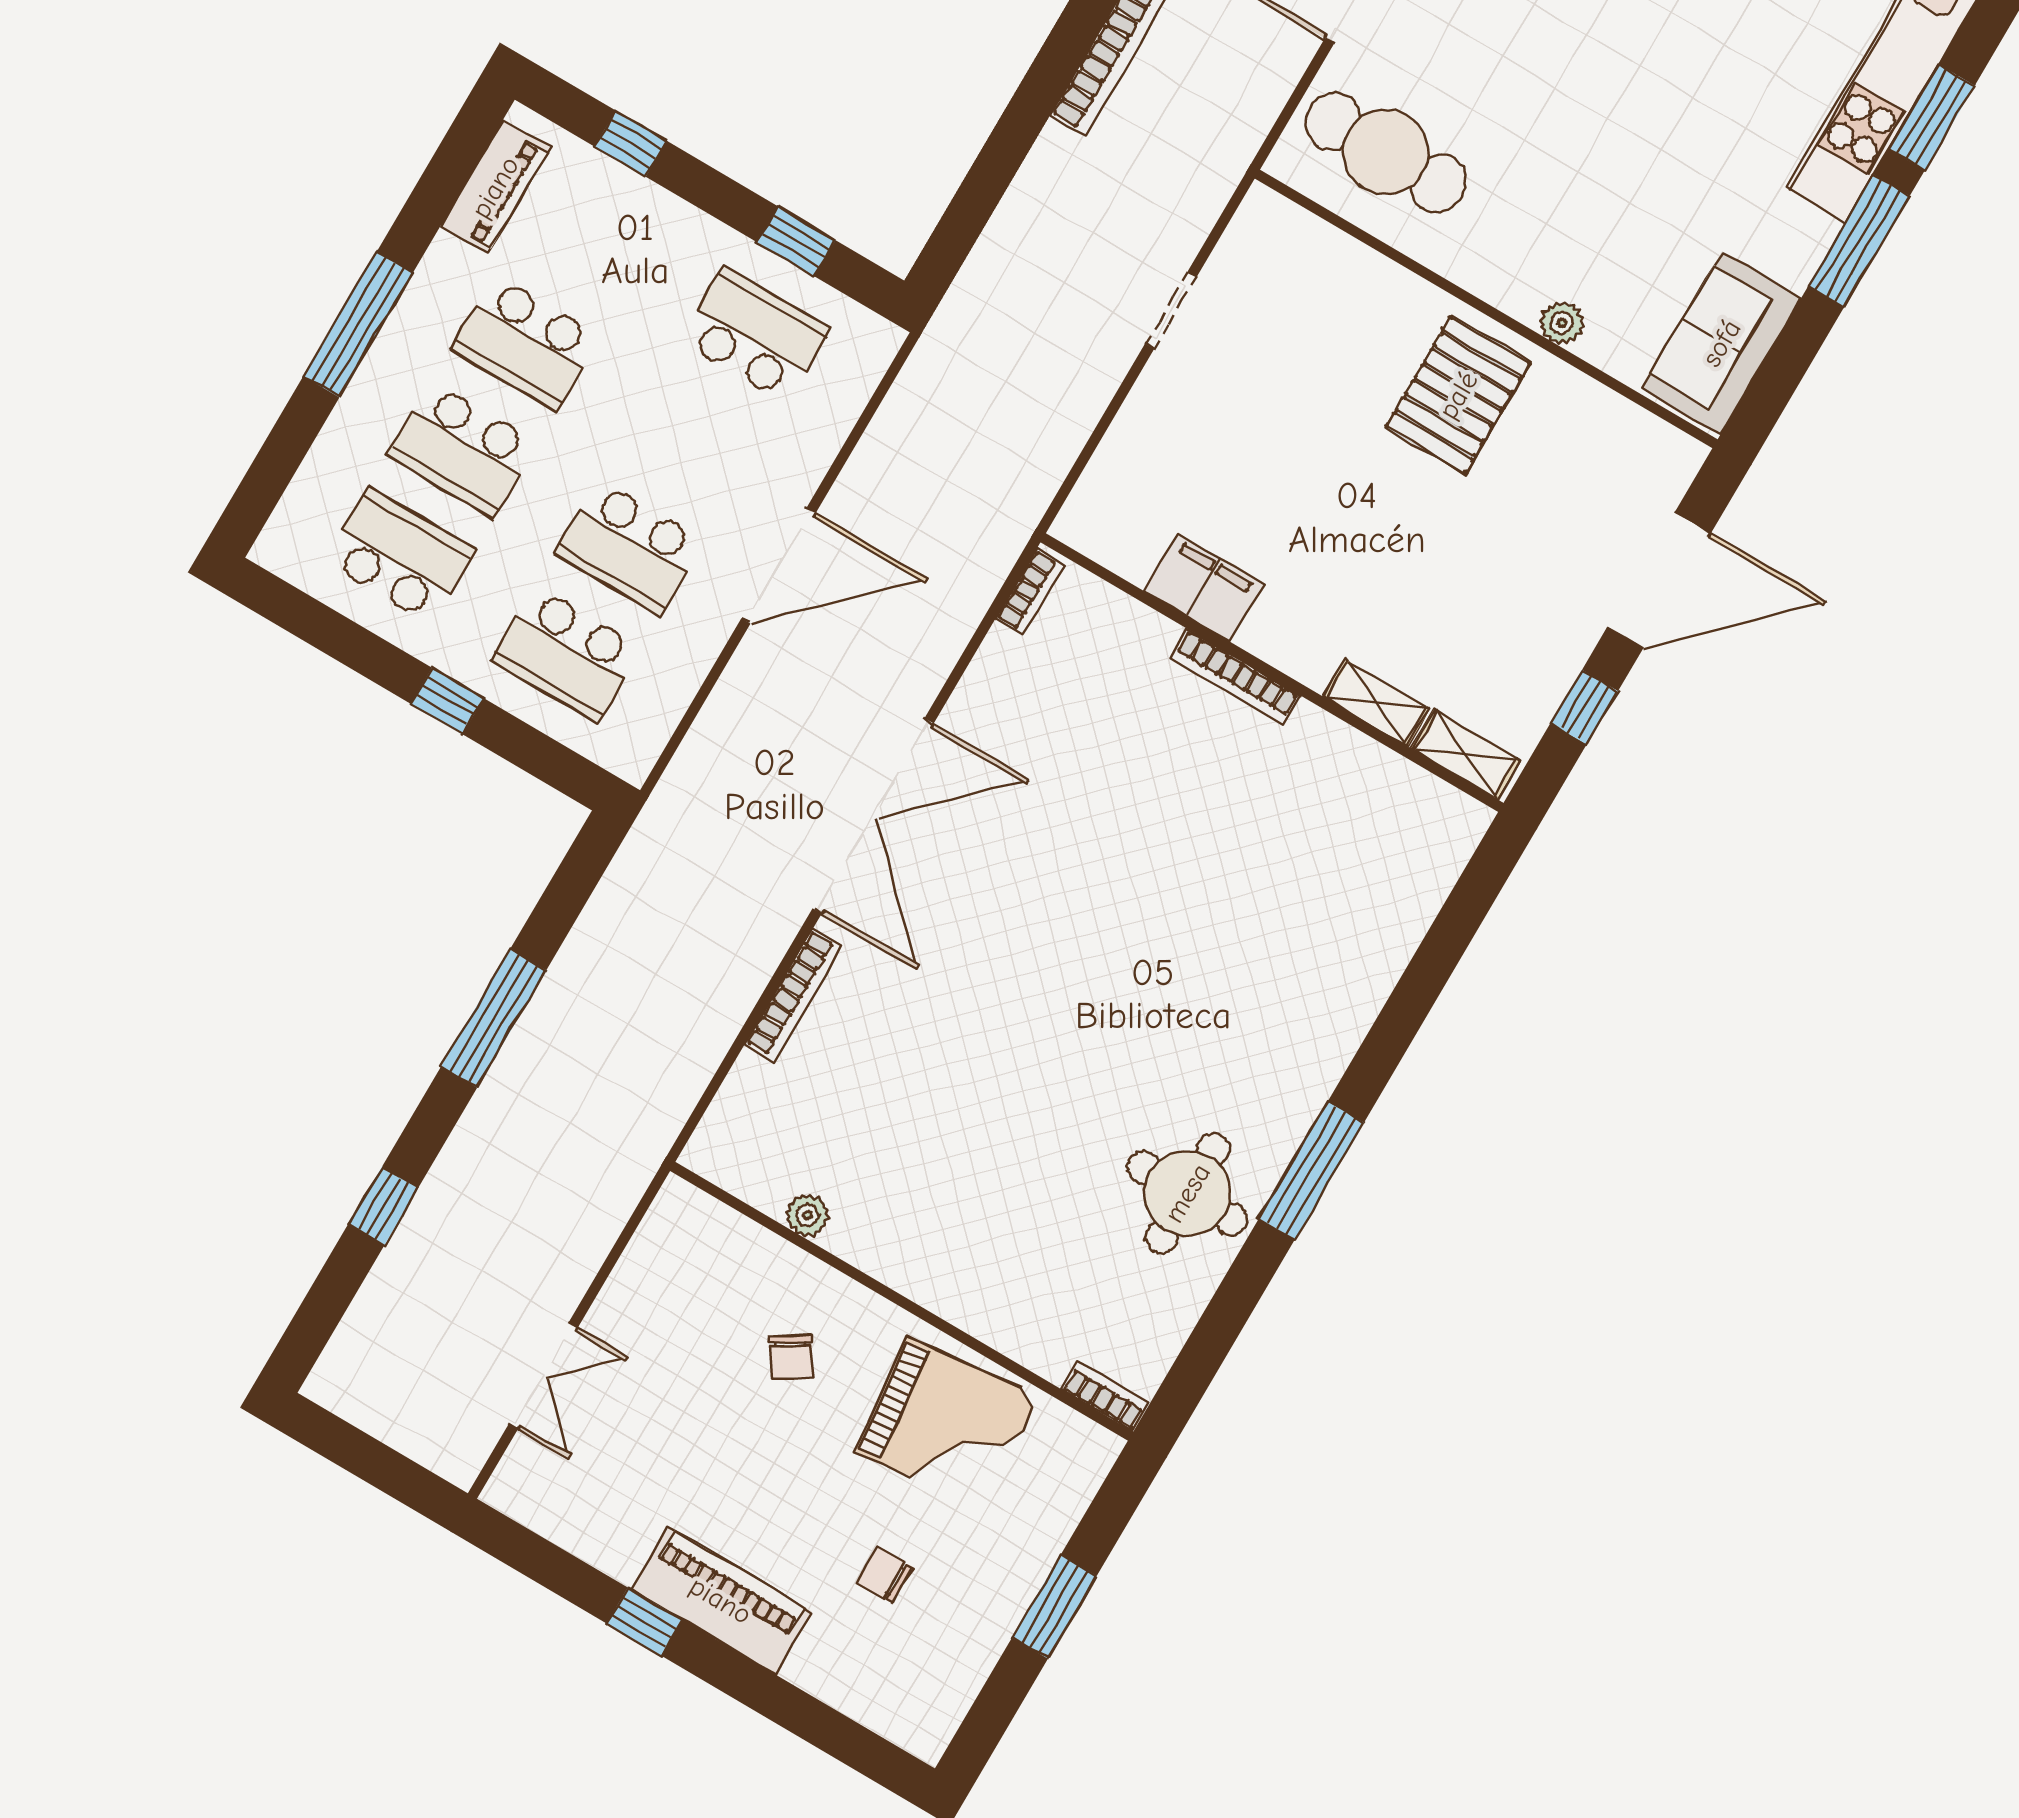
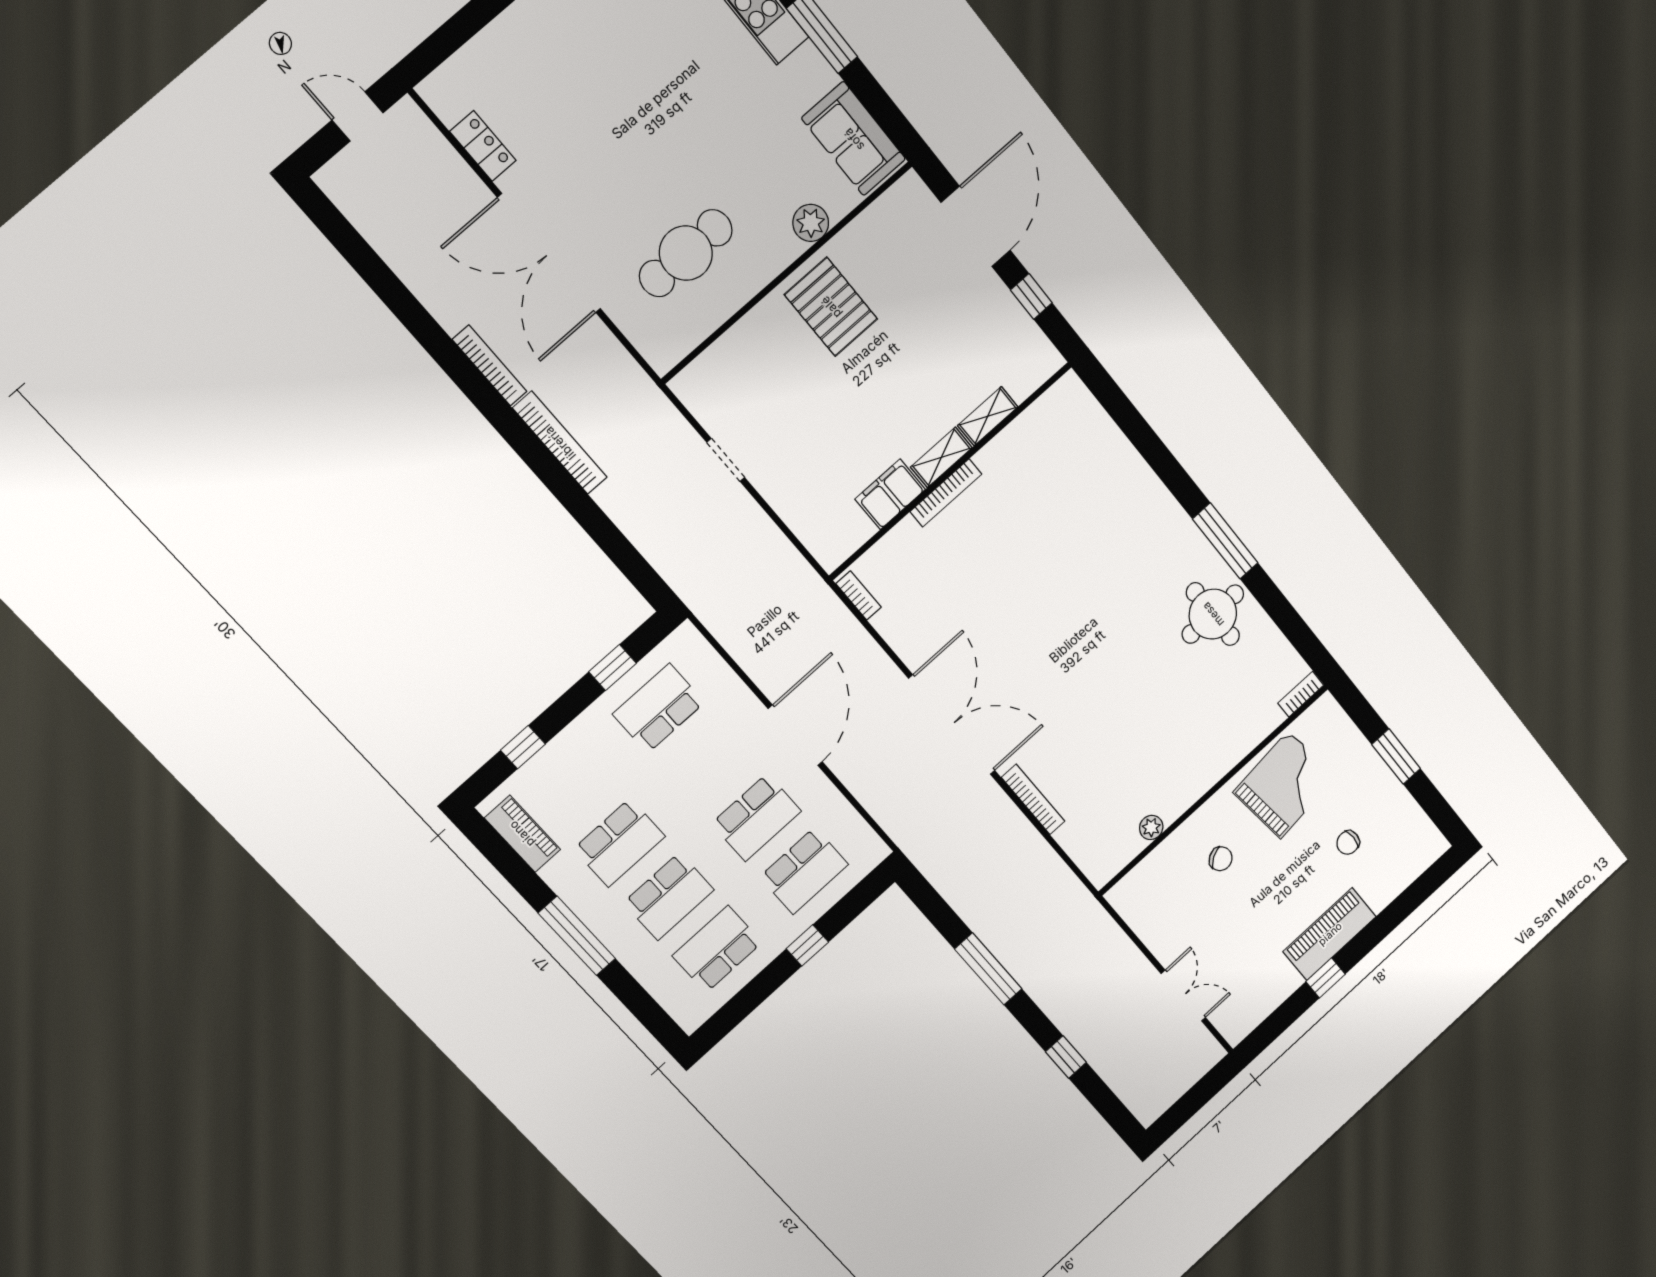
cafe table: (1386, 152) -> (686, 253), moved
plant: (1562, 323) -> (811, 223), width x1.38, depth x1.38
shelving: (1465, 755) -> (941, 457), moved

